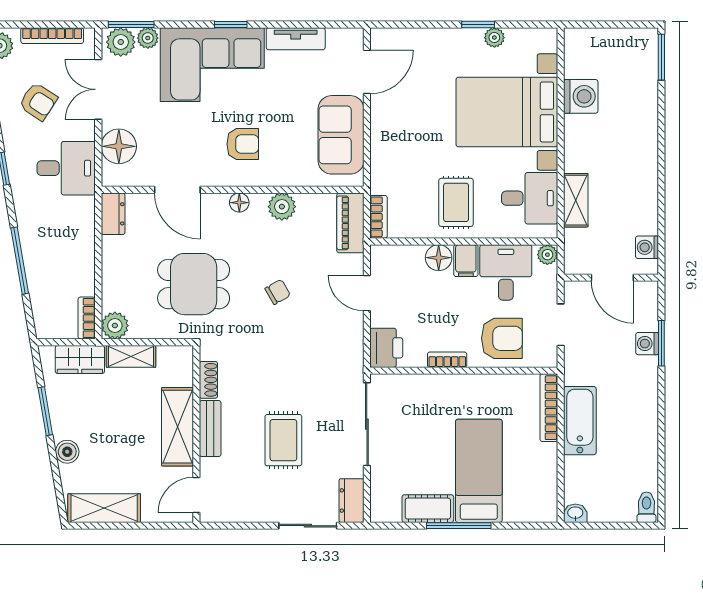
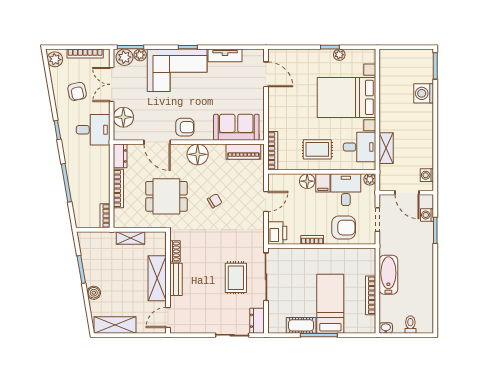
door: (367, 72) -> (266, 74), hinge flipped
washing machine: (581, 96) -> (424, 93), moved, turned 180
armchair: (38, 102) -> (77, 91), turned 45
sofa: (341, 135) -> (236, 127), moved, turned 90
armchair: (243, 144) -> (185, 127), moved
rug: (456, 202) -> (317, 149), turned 90
floor lamp: (239, 203) -> (198, 154), width x1.89, depth x1.89
plant: (282, 207) -> (217, 152), removed
bookcase: (379, 217) -> (273, 151), width x1.56
piano: (350, 223) -> (243, 152), moved, turned -90
bookcase: (110, 270) -> (118, 188), added
door: (367, 293) -> (266, 202), swing flipped
plant: (115, 326) -> (121, 220), removed
washing machine: (647, 344) -> (427, 215), moved
wardrobe: (80, 359) -> (101, 240), removed
bookcase: (549, 408) -> (371, 295), moved
rug: (283, 440) -> (236, 278), moved
toilet: (646, 507) -> (410, 325), moved

